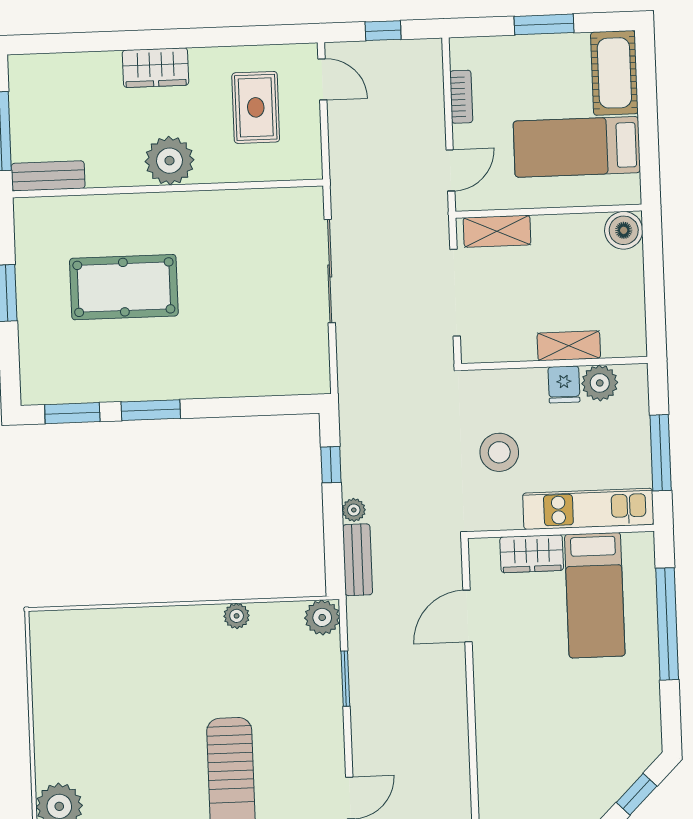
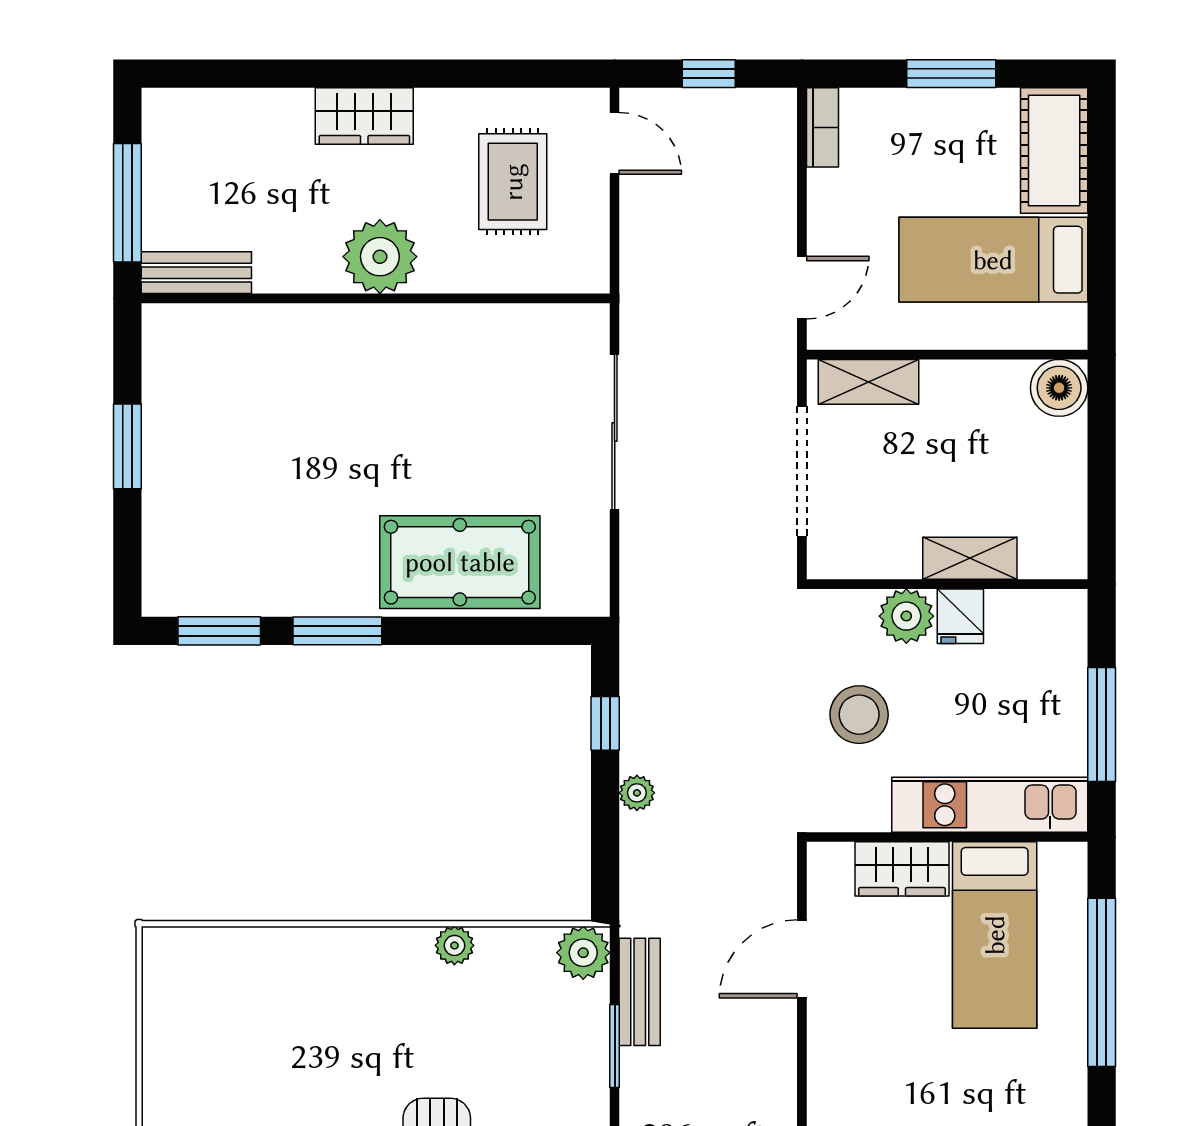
bookcase: (461, 97) -> (823, 127), moved
pool table: (124, 287) -> (460, 562), moved
plant: (600, 383) -> (906, 616), moved
bench: (358, 560) -> (640, 992), moved

